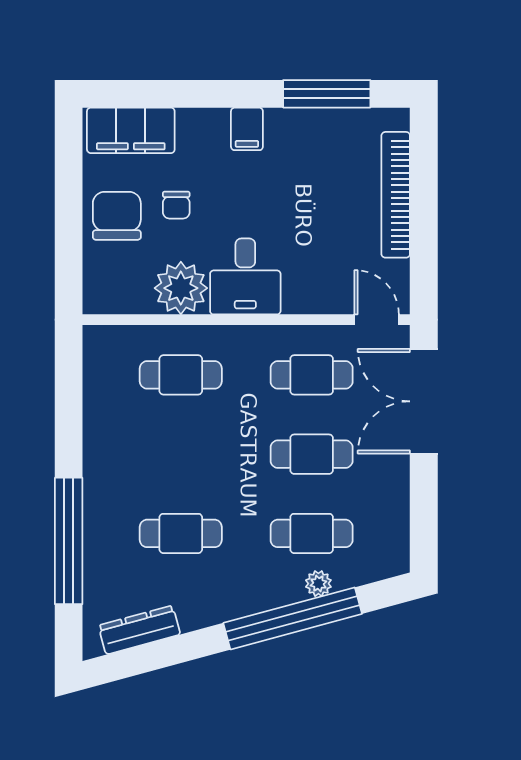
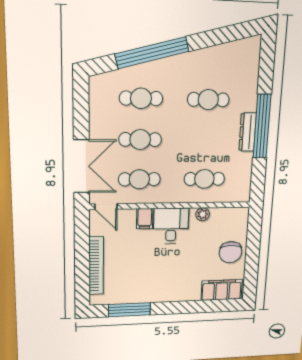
filing cabinet: (247, 129) -> (145, 219), moved, turned 180
chair: (176, 205) -> (203, 258), removed
plant: (181, 288) -> (203, 214), width x0.53, depth x0.53
window: (69, 541) -> (262, 126), moved
plant: (318, 584) -> (138, 71), removed
dresser: (139, 630) -> (248, 132), moved, turned 105

